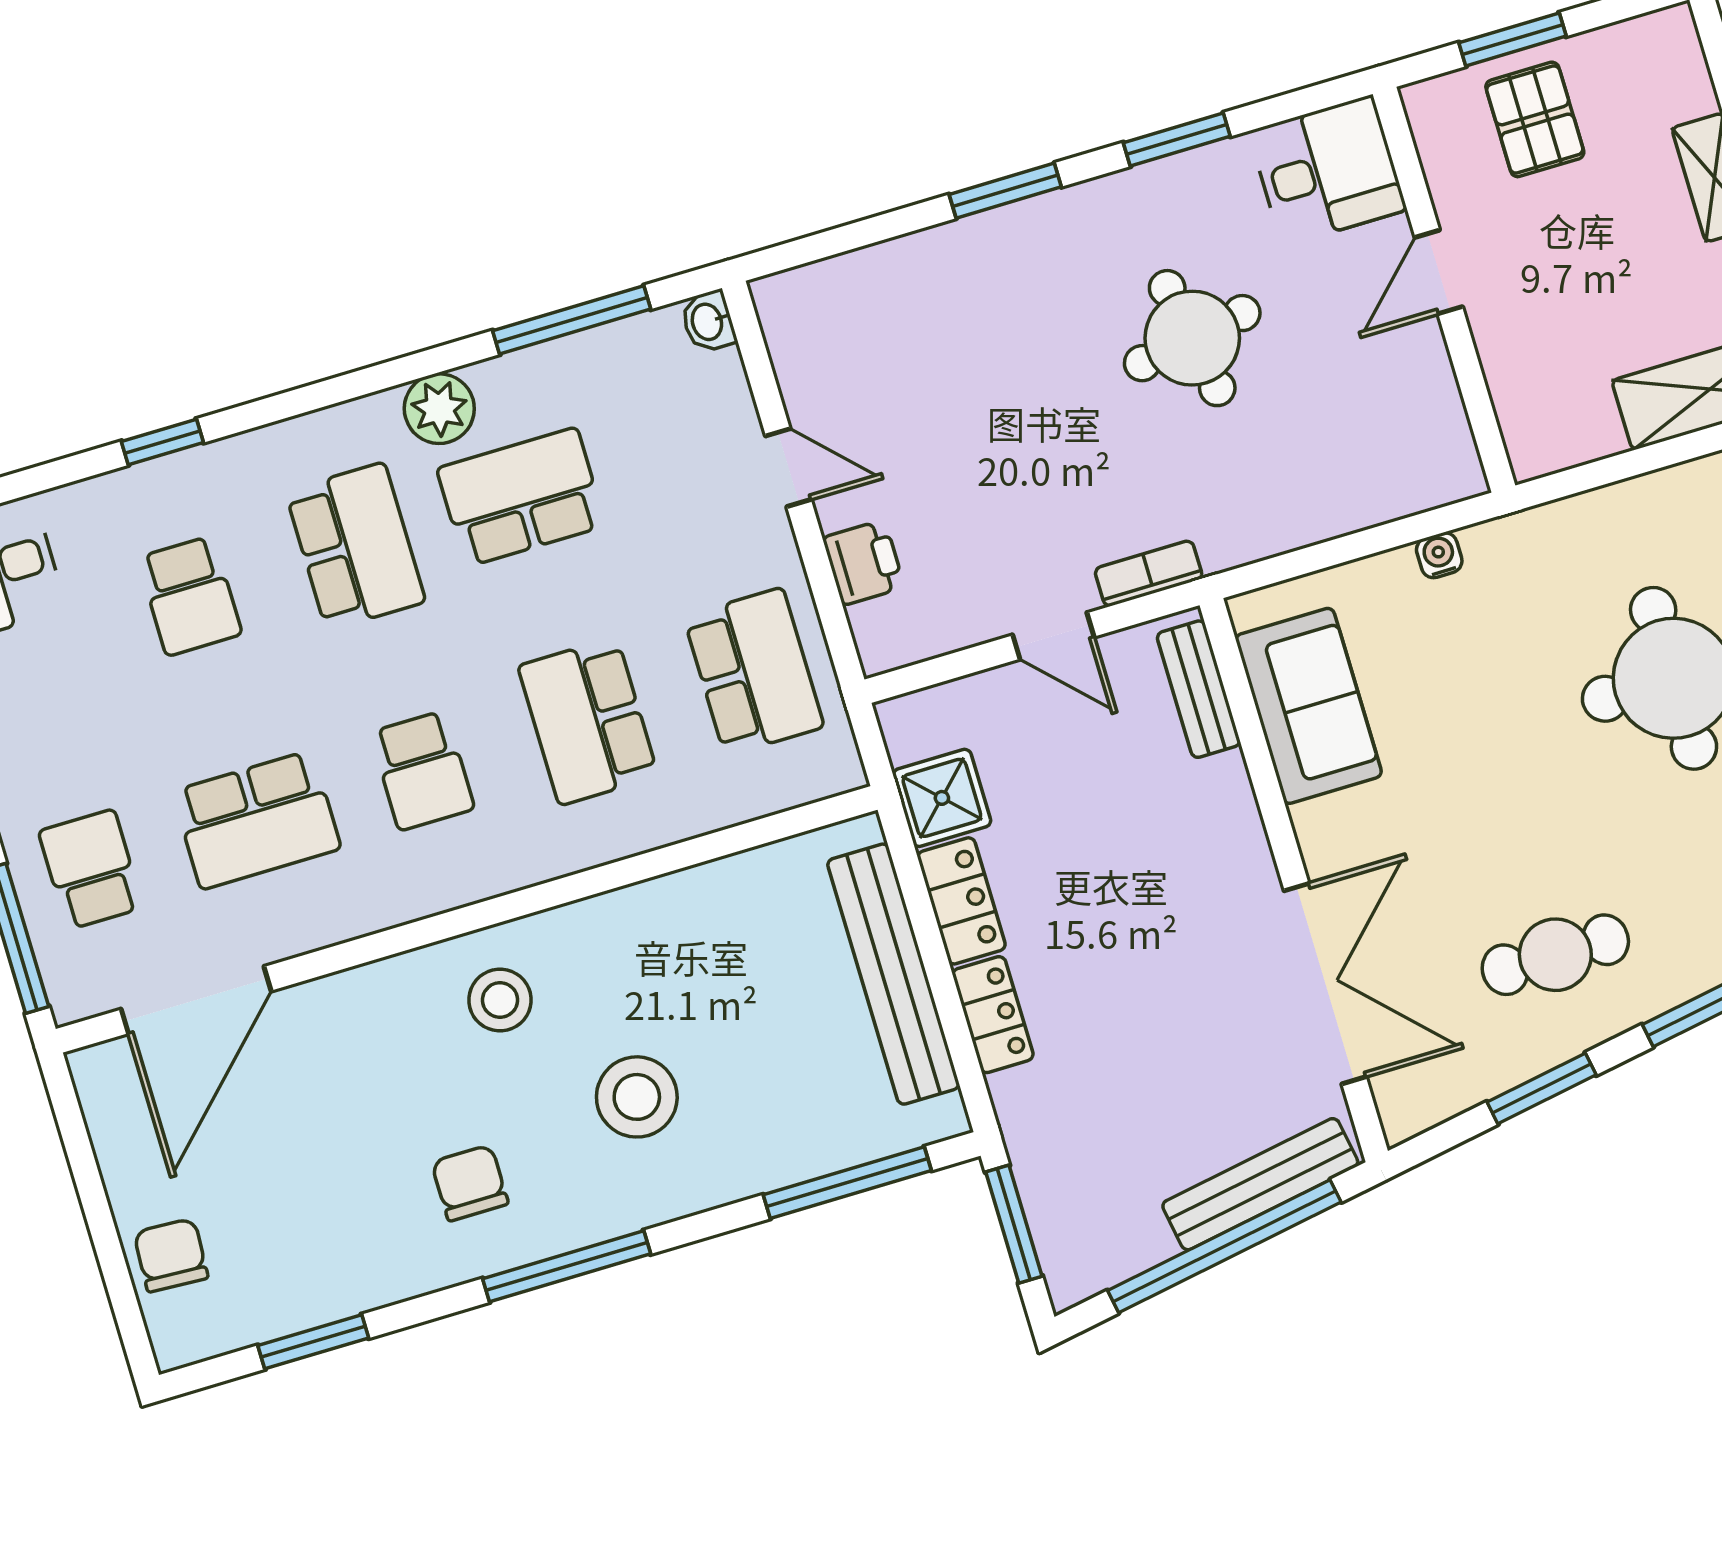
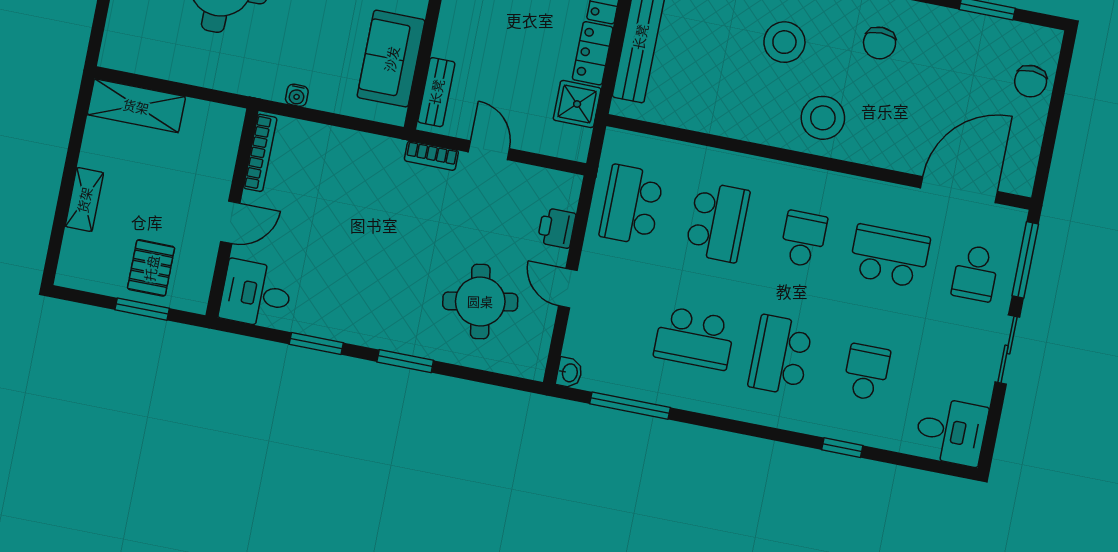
round table: (1192, 338) -> (480, 301), moved
plant: (439, 409) -> (710, 397), removed
bookcase: (1450, 421) -> (260, 153), added
stool: (500, 1000) -> (823, 118), width x1.38, depth x1.38

